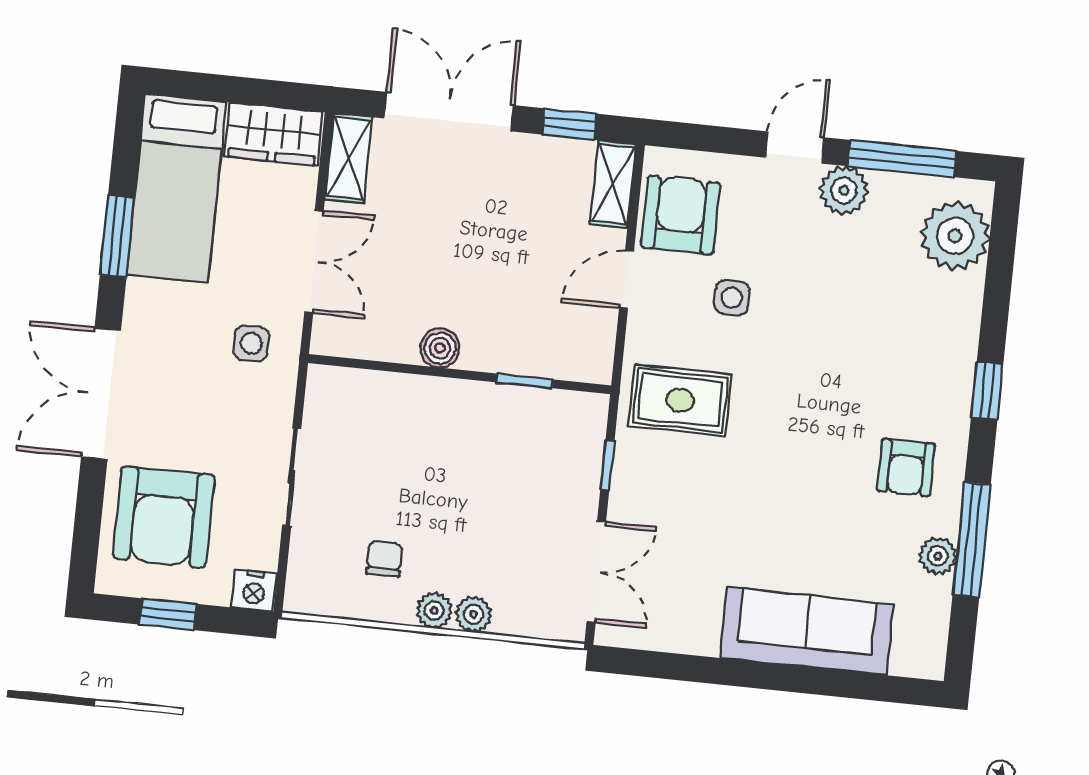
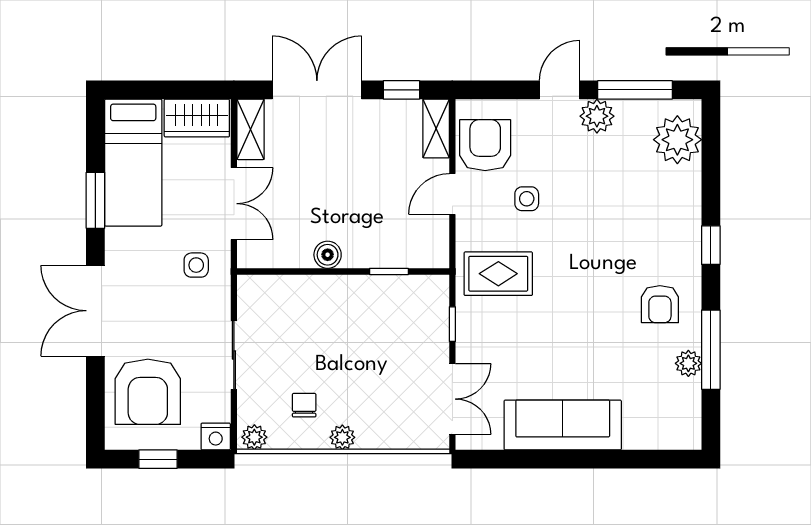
plant: (474, 614) -> (254, 437), moved
sofa: (806, 631) -> (563, 425), moved

